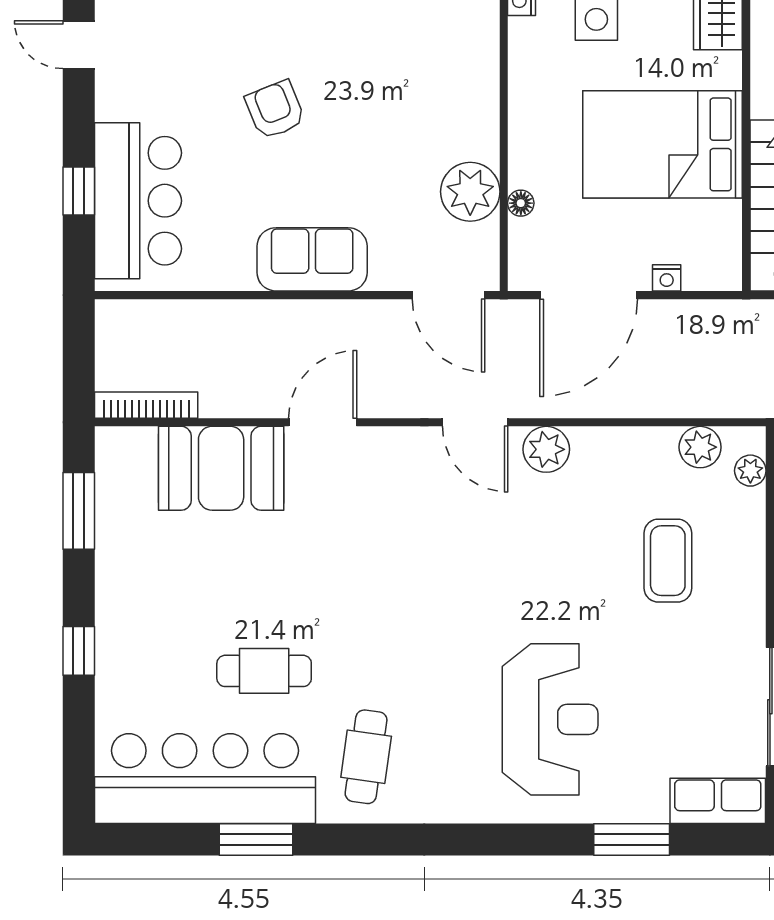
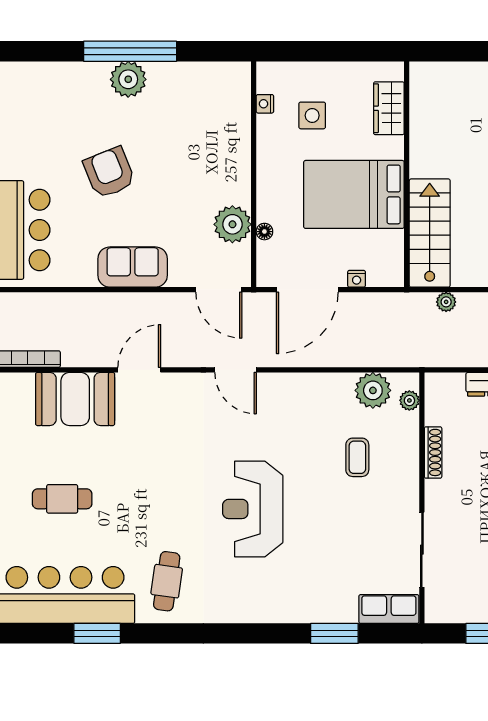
armchair: (275, 110) -> (109, 173), width x1.38, depth x1.38
plant: (700, 447) -> (373, 390), width x1.36, depth x1.36
plant: (546, 449) -> (281, 387), removed
coffee table: (668, 561) -> (357, 457), width x0.73, depth x0.77
cafe table: (264, 671) -> (62, 499), moved
reception desk: (550, 719) -> (253, 509), moved, turned 180

